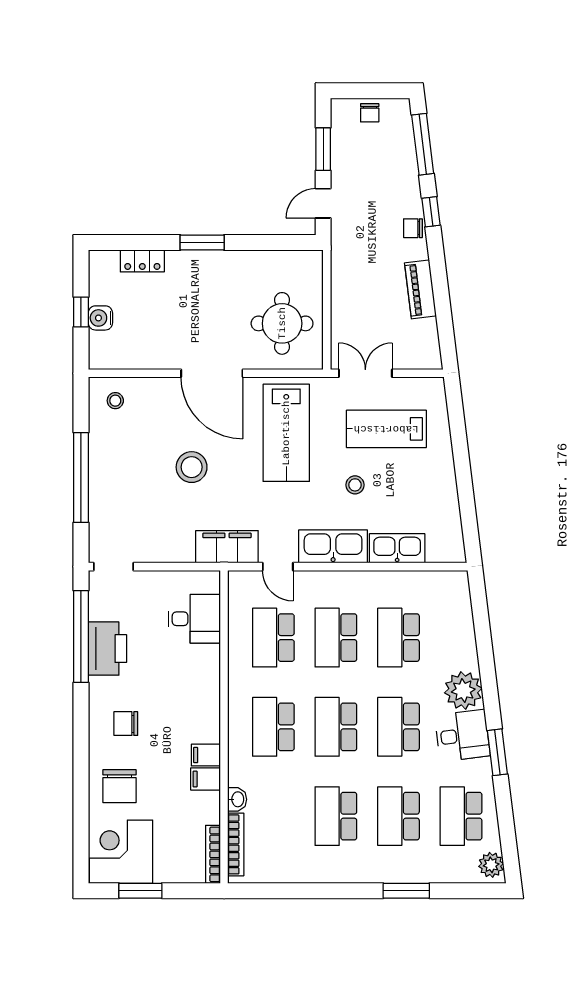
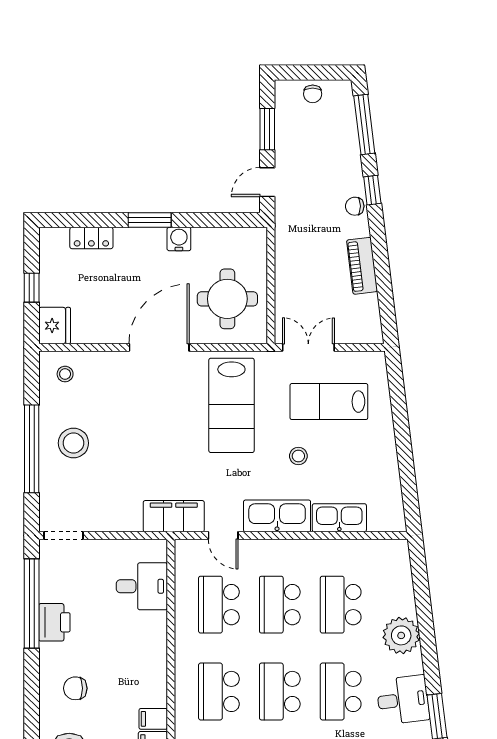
water cooler: (100, 318) -> (179, 239), moved, turned 90
fridge: (104, 351) -> (55, 326), added
door: (212, 373) -> (159, 347), swing flipped
stool: (192, 467) -> (73, 443), moved
printer: (107, 649) -> (54, 622), width x0.73, depth x0.84
plant: (463, 691) -> (401, 635), moved

